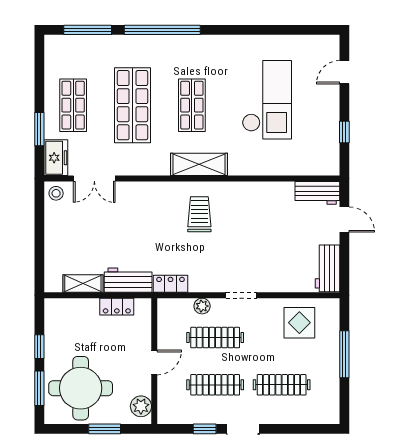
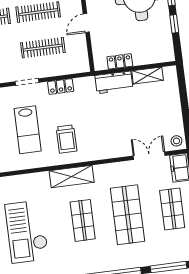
lab bench: (249, 233) -> (28, 130), added
locker: (170, 284) -> (61, 86), moved
plant: (202, 306) -> (56, 70), removed

